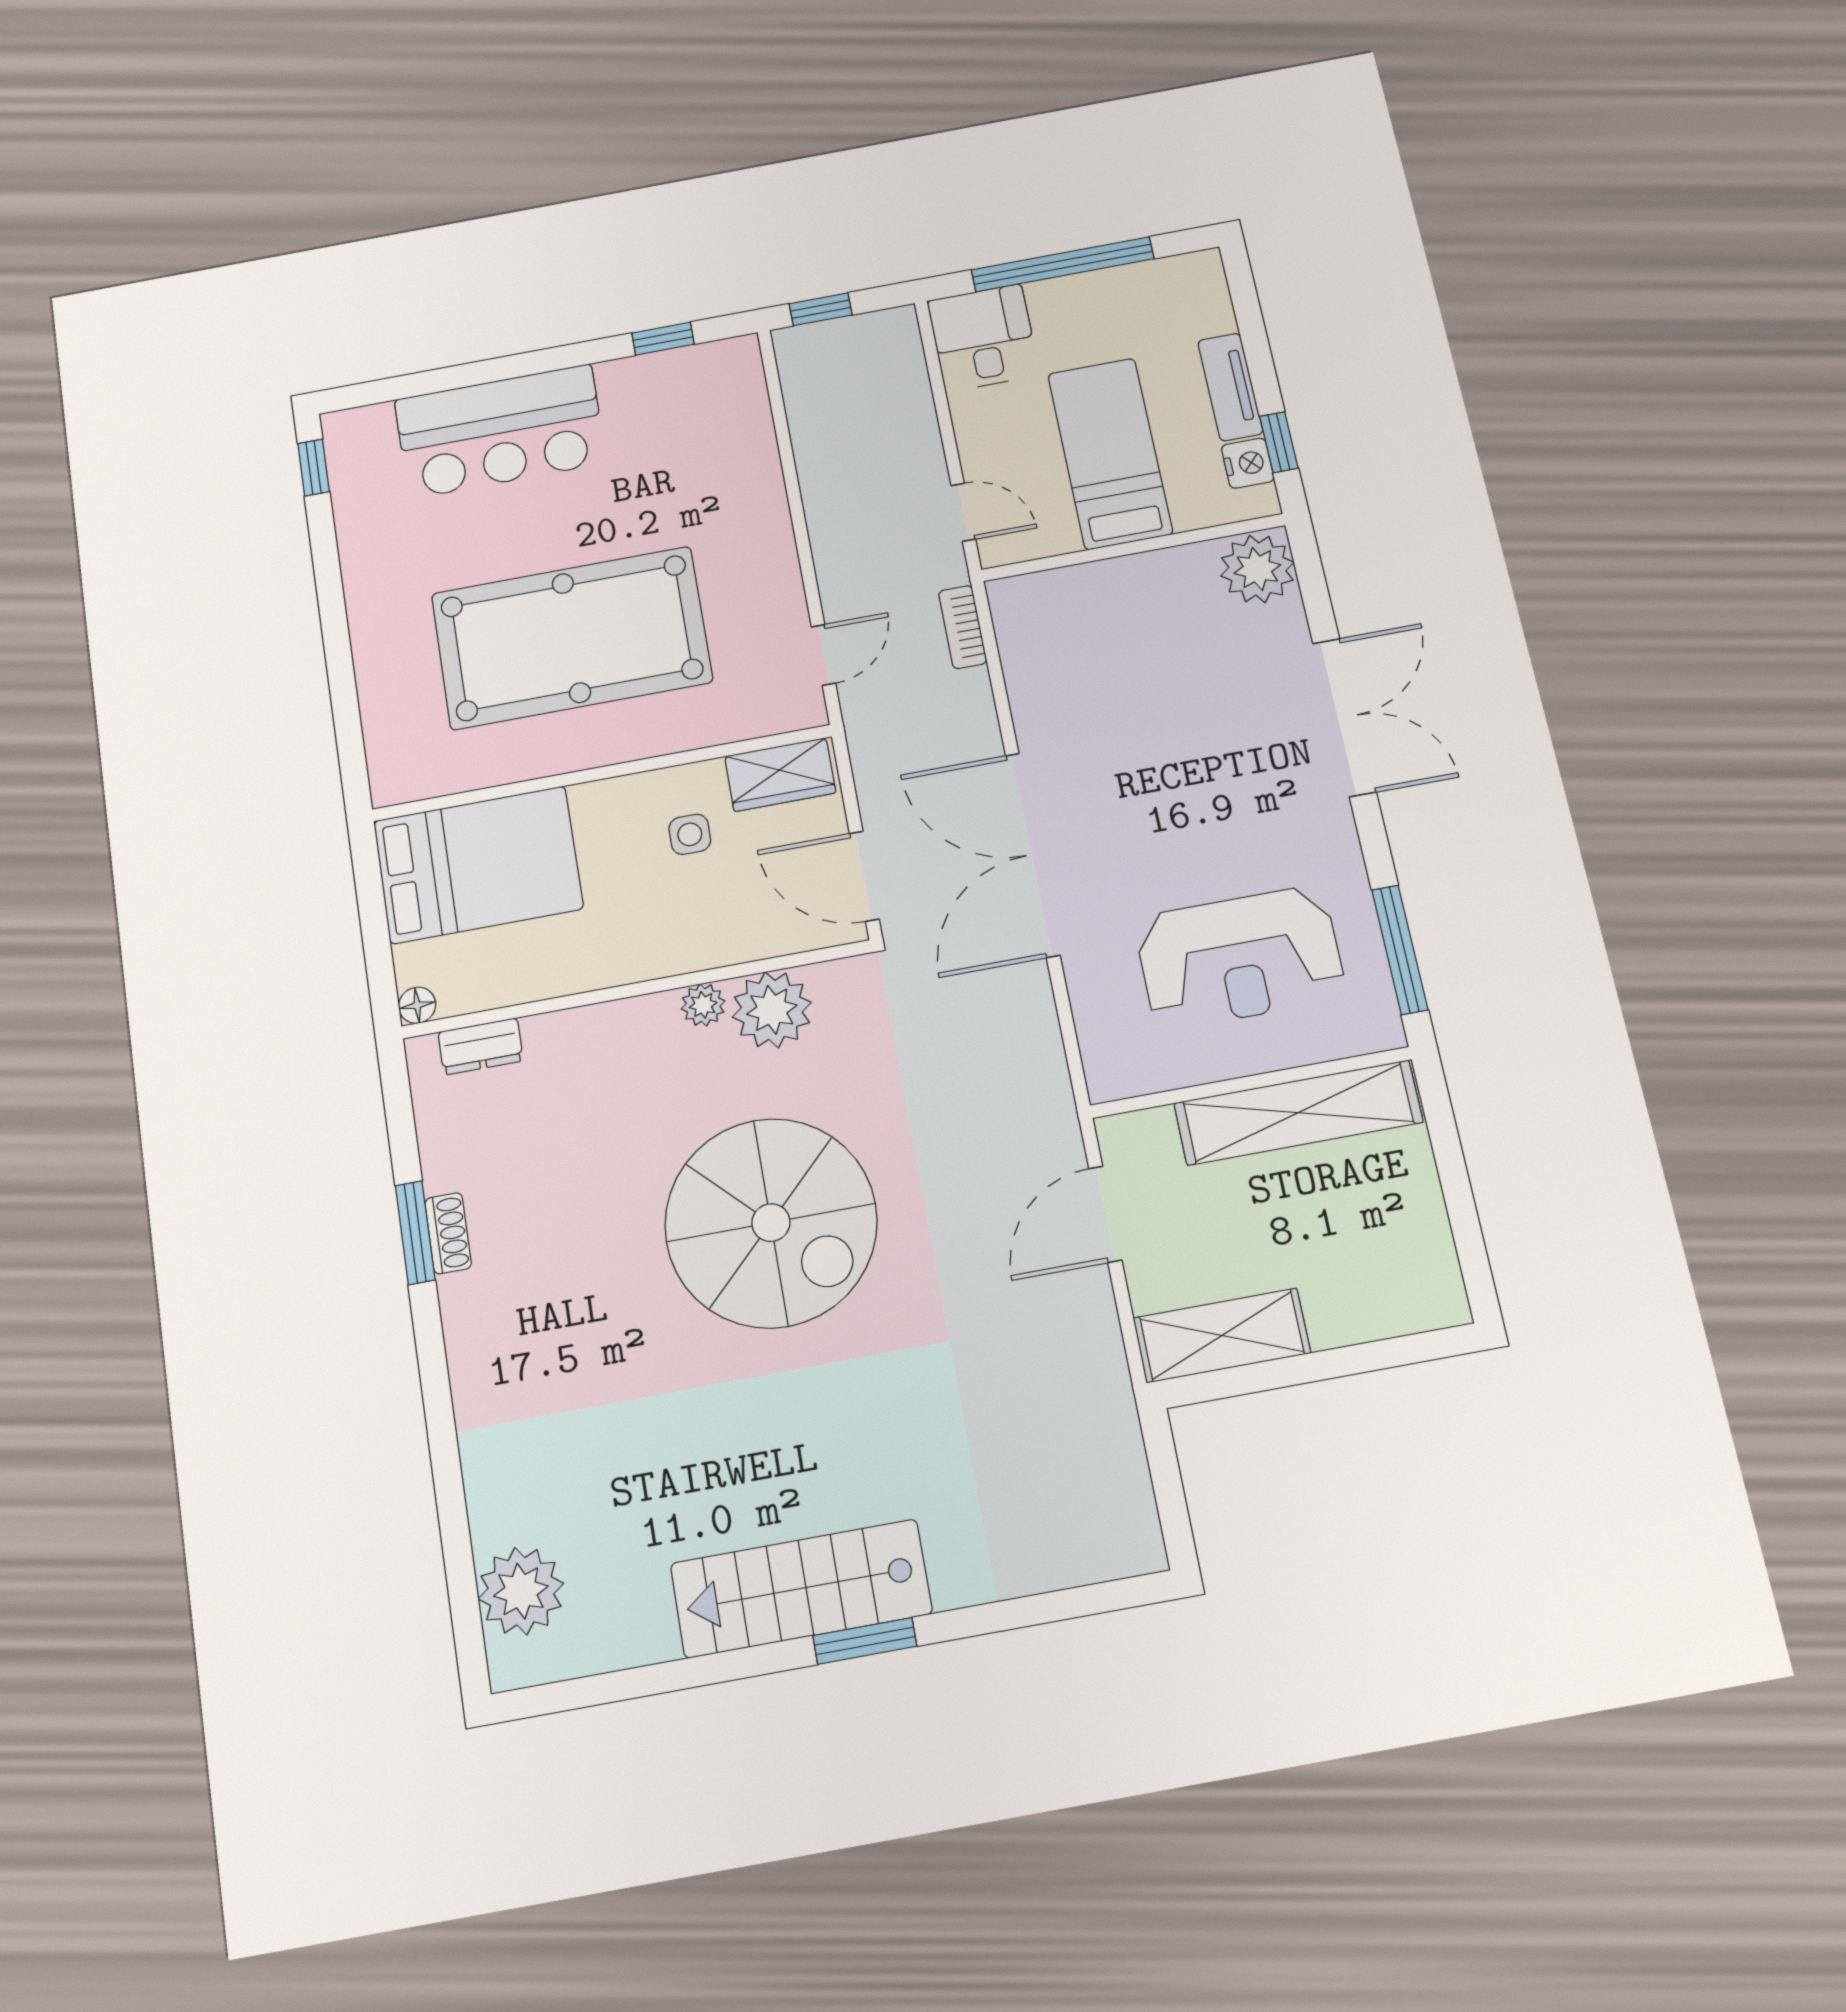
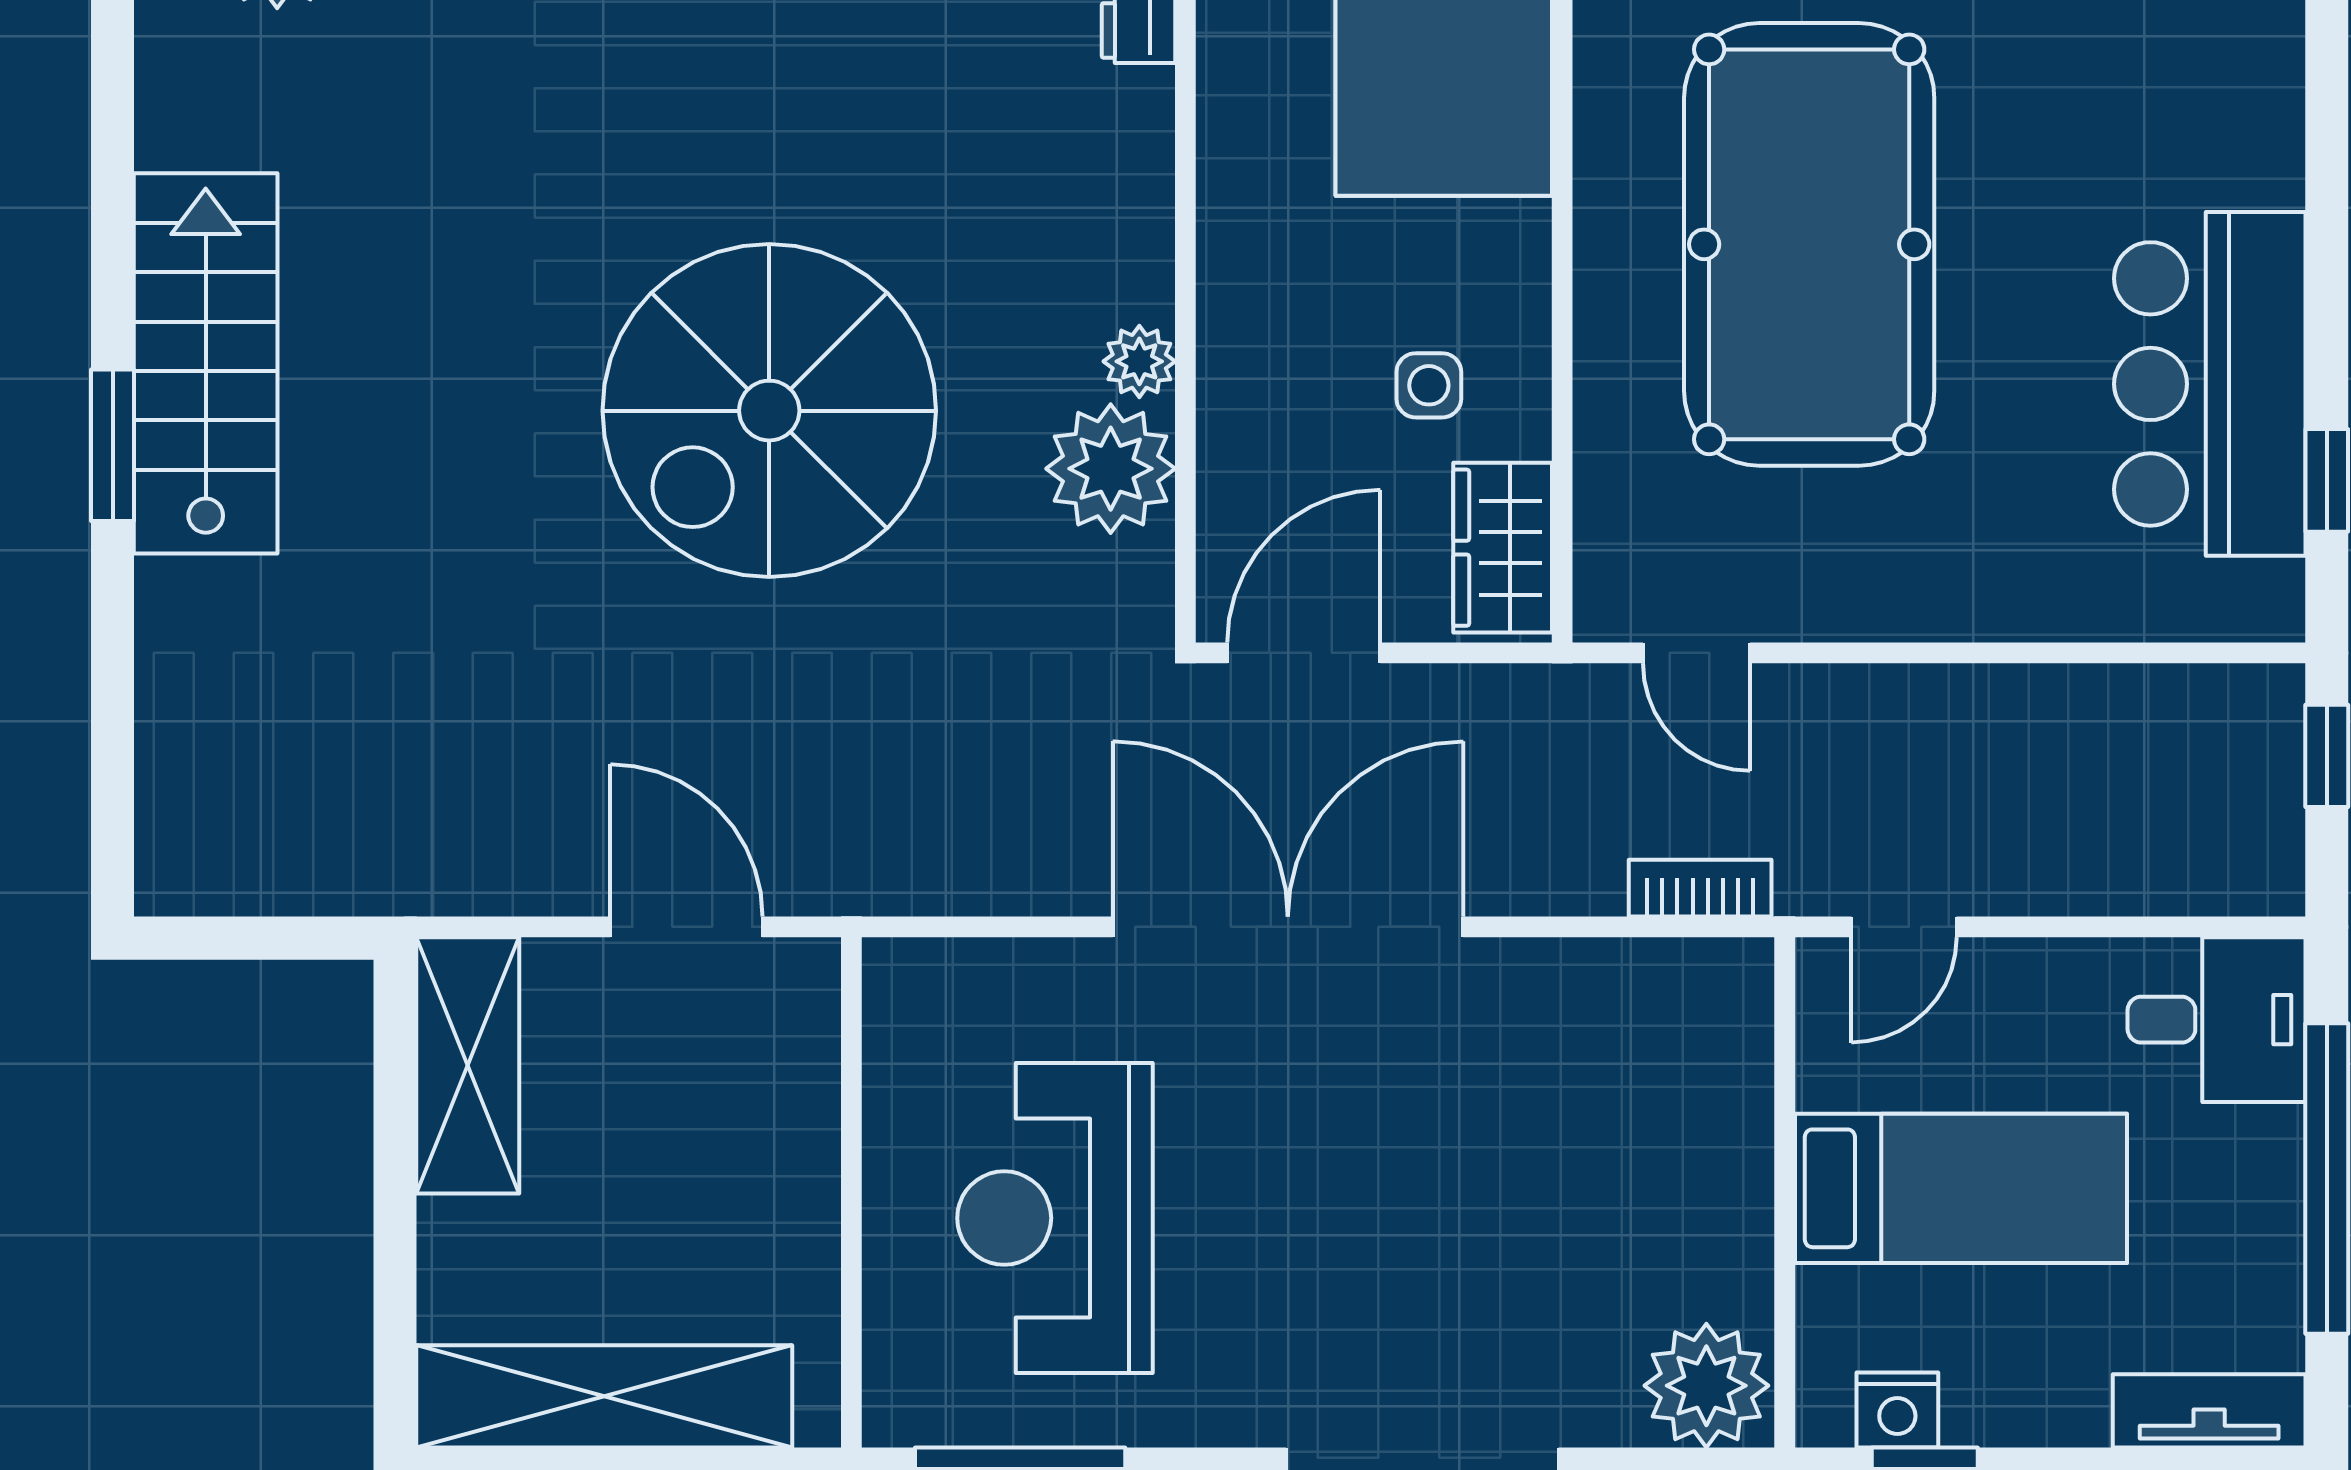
tv unit: (1230, 387) -> (2209, 1411), moved
bar counter: (500, 431) -> (2210, 384), moved
shelving: (1298, 1113) -> (604, 1396), moved, turned 90

